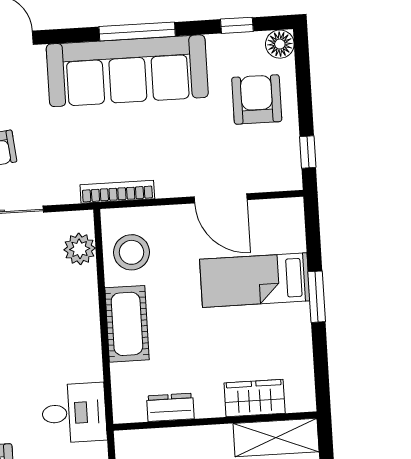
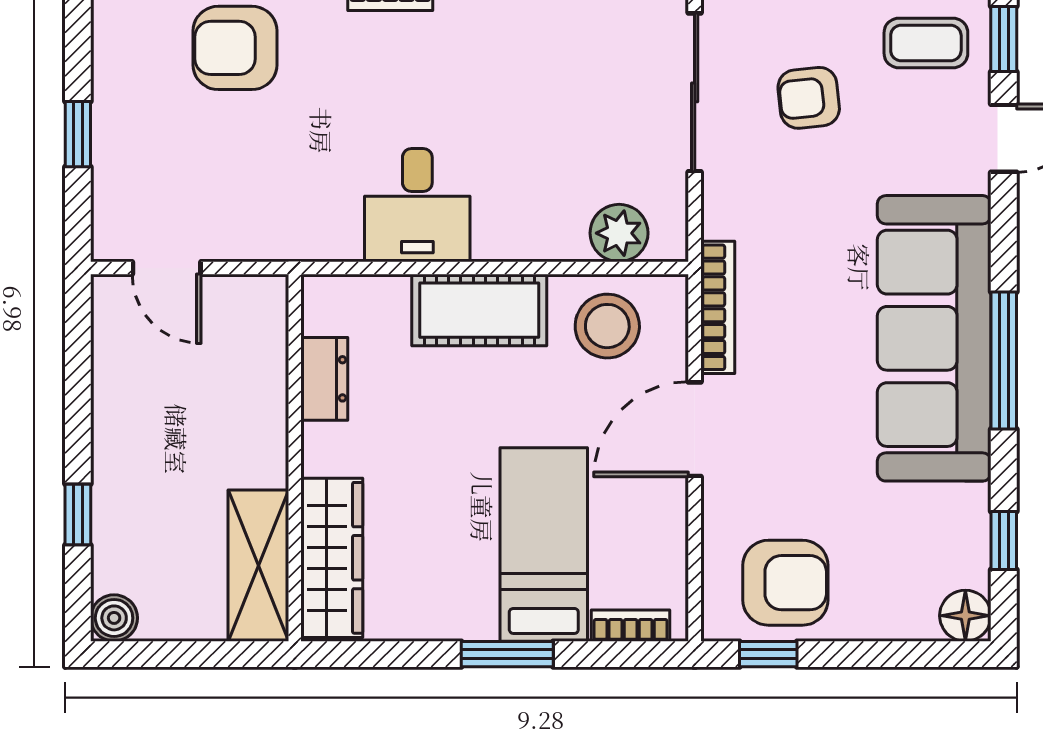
armchair: (257, 99) -> (785, 583), moved
door: (221, 198) -> (695, 429), moved
bookcase: (297, 229) -> (631, 626), added
wardrobe: (255, 398) -> (332, 558), width x1.50
desk: (74, 413) -> (417, 205), moved

